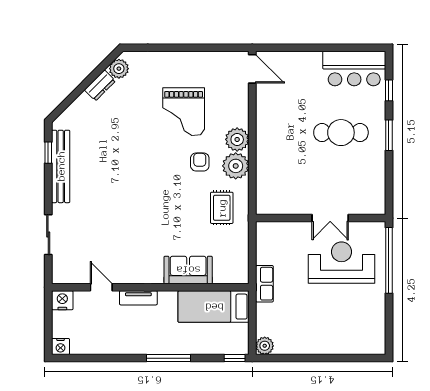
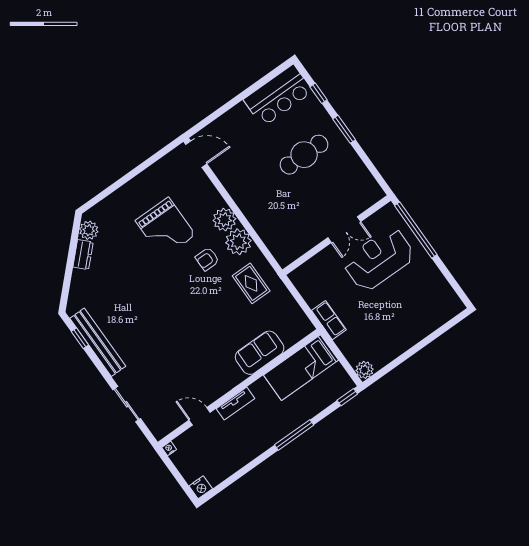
armchair: (200, 162) -> (207, 259), turned -90
nightstand: (62, 300) -> (169, 448), width x0.53, depth x0.56

